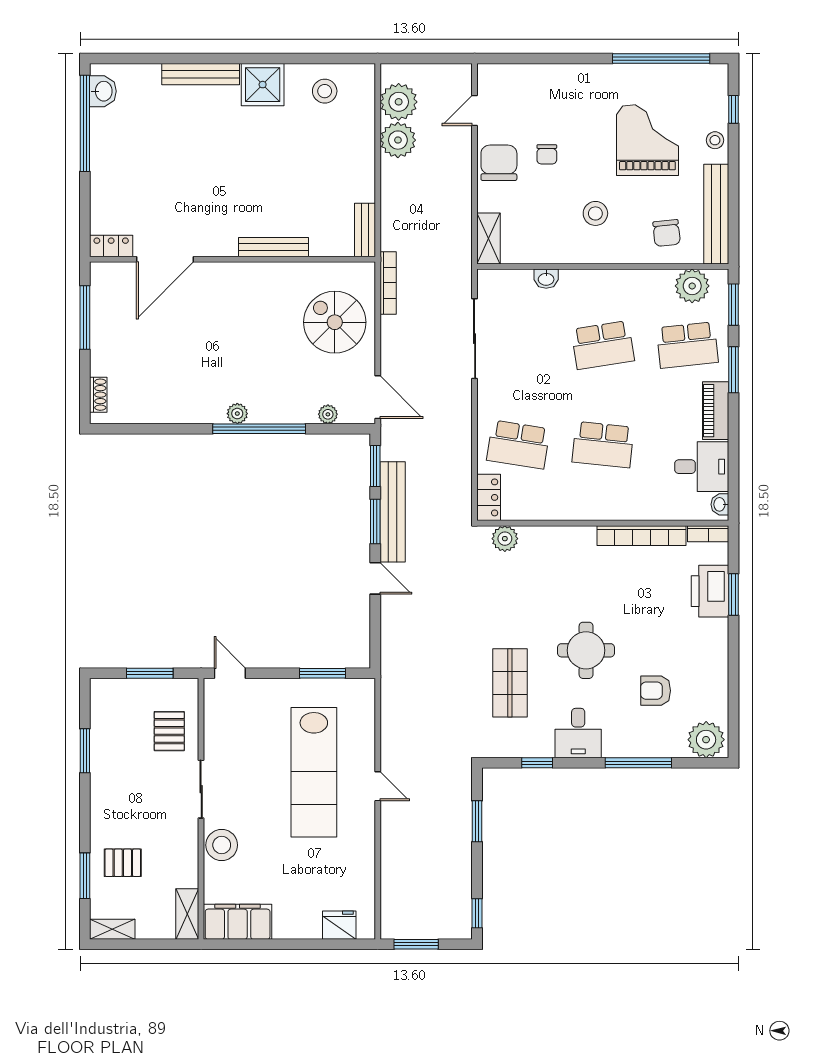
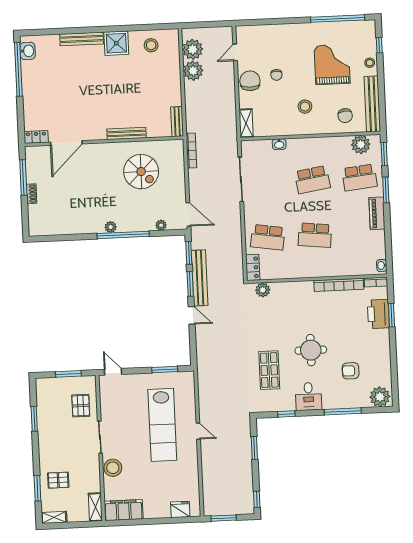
spiral stairs: (335, 322) -> (141, 172), moved, turned 180
shoe rack: (98, 395) -> (31, 194), moved
desk: (702, 467) -> (371, 245), removed

